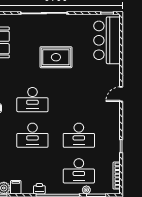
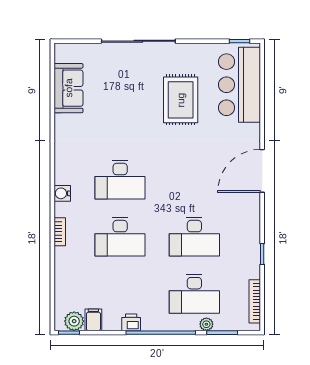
rug: (56, 57) -> (181, 100), moved, turned 90
door: (121, 94) -> (262, 171), width x1.88

